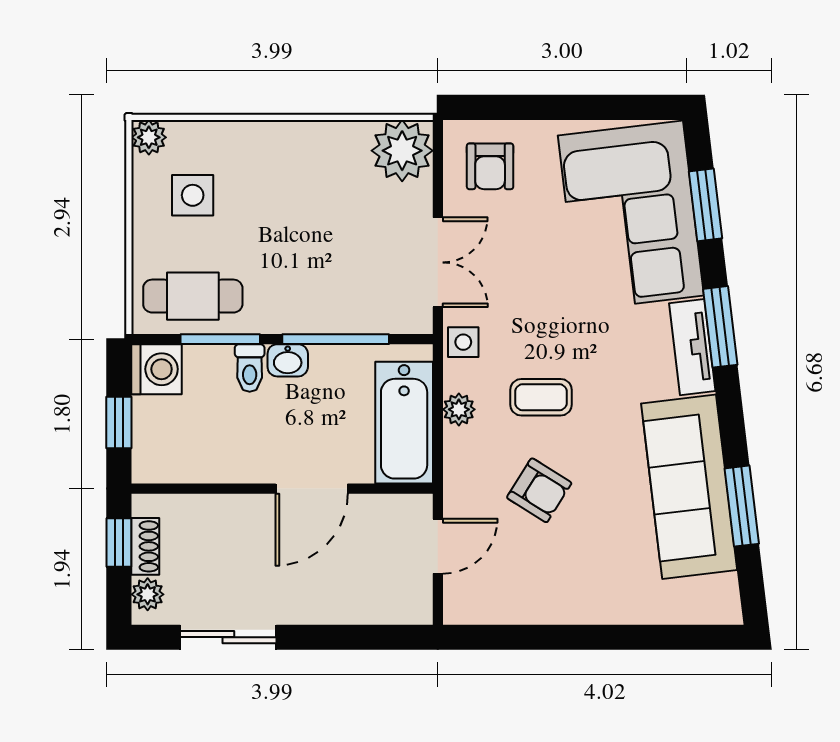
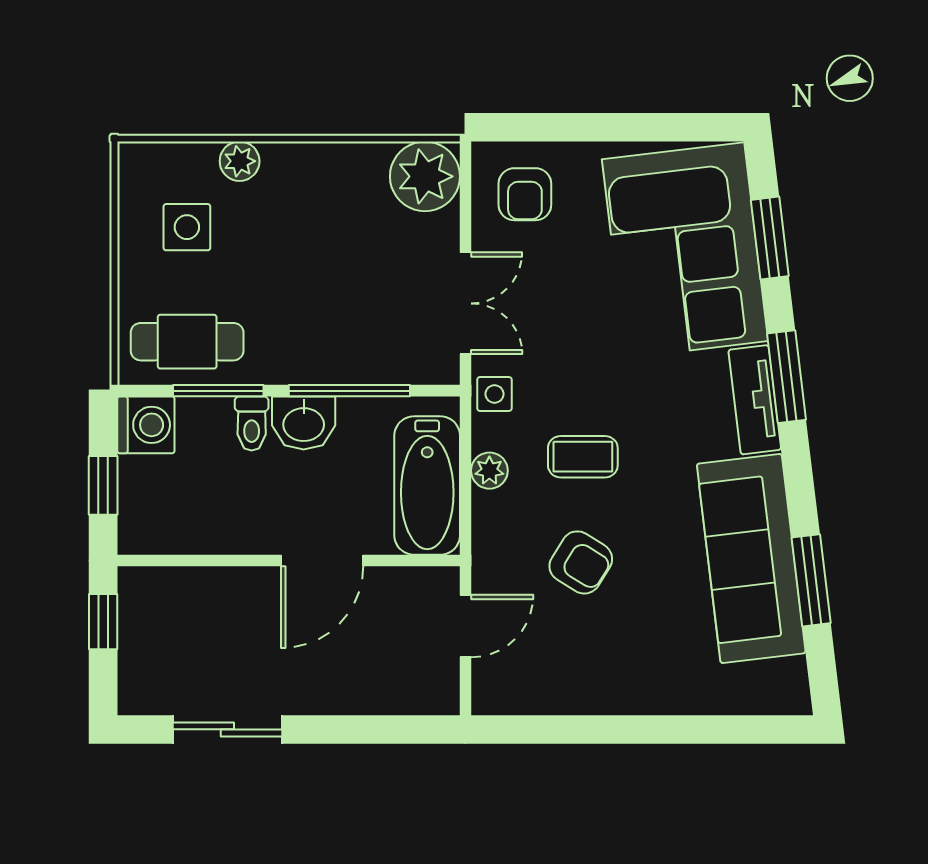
plant: (149, 137) -> (240, 161), moved
washbasin: (288, 360) -> (304, 423), width x1.38, depth x1.45
shoe rack: (145, 546) -> (133, 626), removed
plant: (148, 594) -> (136, 681), removed

